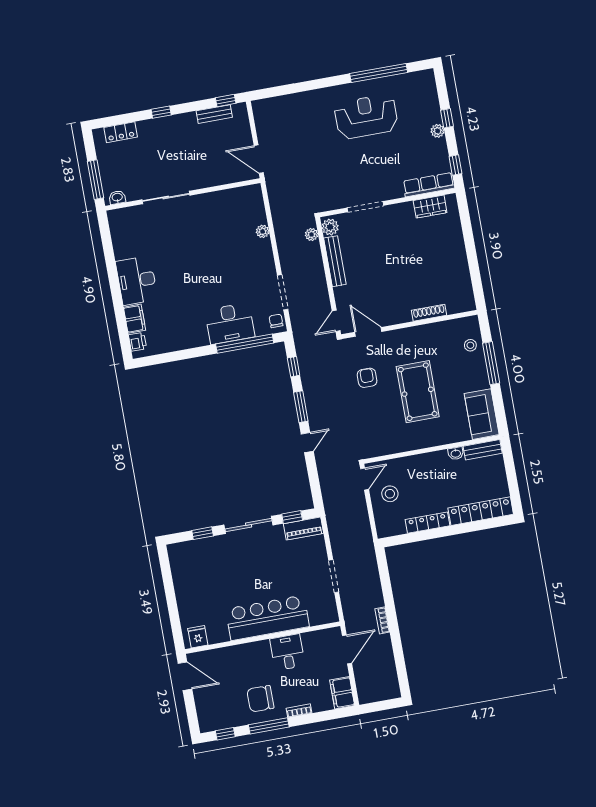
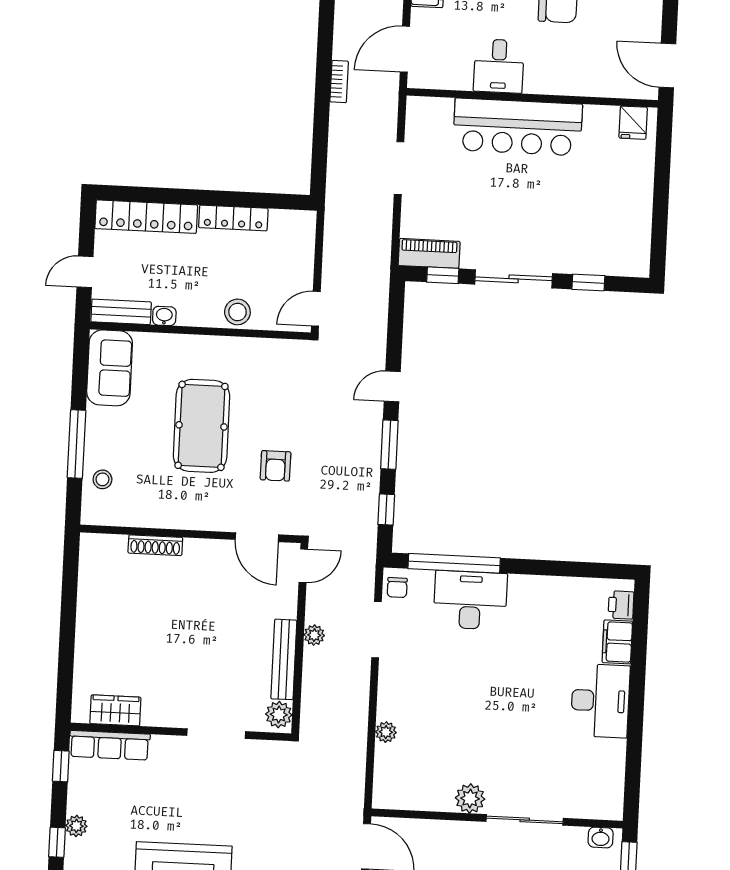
plant: (202, 203) -> (470, 798), added
plant: (312, 235) -> (314, 635), moved
door: (510, 469) -> (85, 272), added
stool: (390, 494) -> (237, 312), moved

